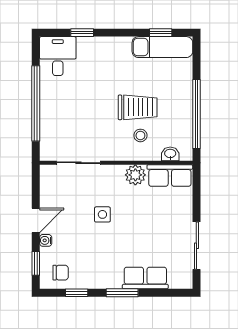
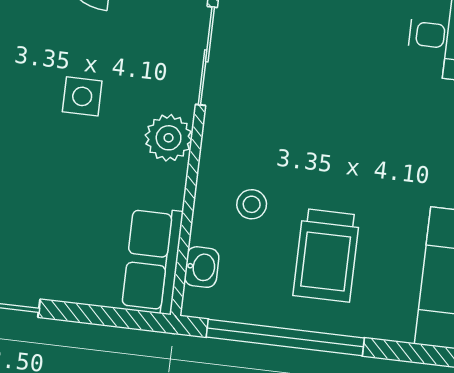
trolley: (138, 107) -> (326, 255), moved
plant: (135, 175) -> (169, 138), moved

